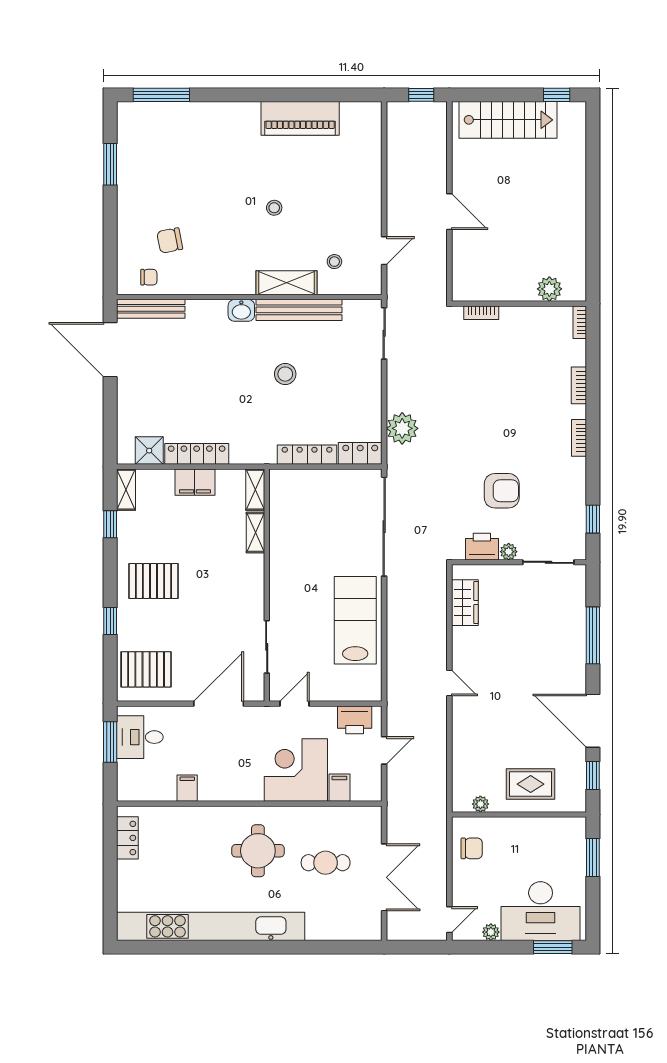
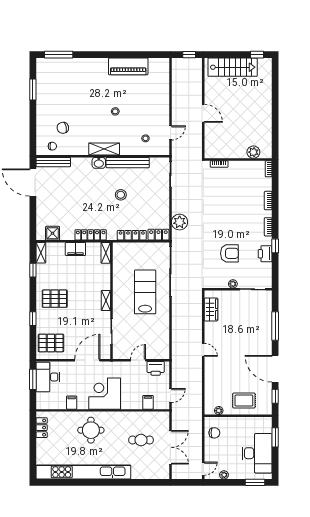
shelving: (286, 283) -> (104, 149), moved
locker: (197, 454) -> (91, 235), moved
window: (593, 519) -> (275, 246), moved
shelving: (255, 533) -> (106, 301), moved
printer: (482, 547) -> (265, 254), moved, turned -90
lab bench: (355, 620) -> (145, 292), moved
door: (295, 704) -> (138, 360), moved
desk: (140, 737) -> (48, 377), width x1.37
door: (384, 750) -> (170, 396), moved
corner desk: (296, 770) -> (105, 394), moved
round table: (258, 851) -> (91, 430), moved
desk: (541, 911) -> (257, 453), moved, turned -90

